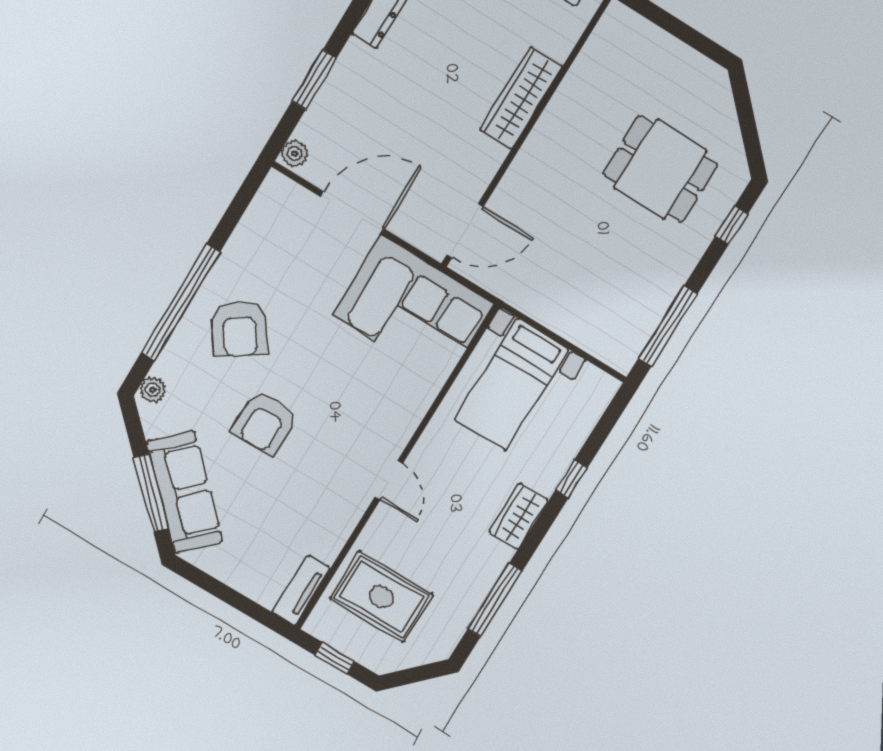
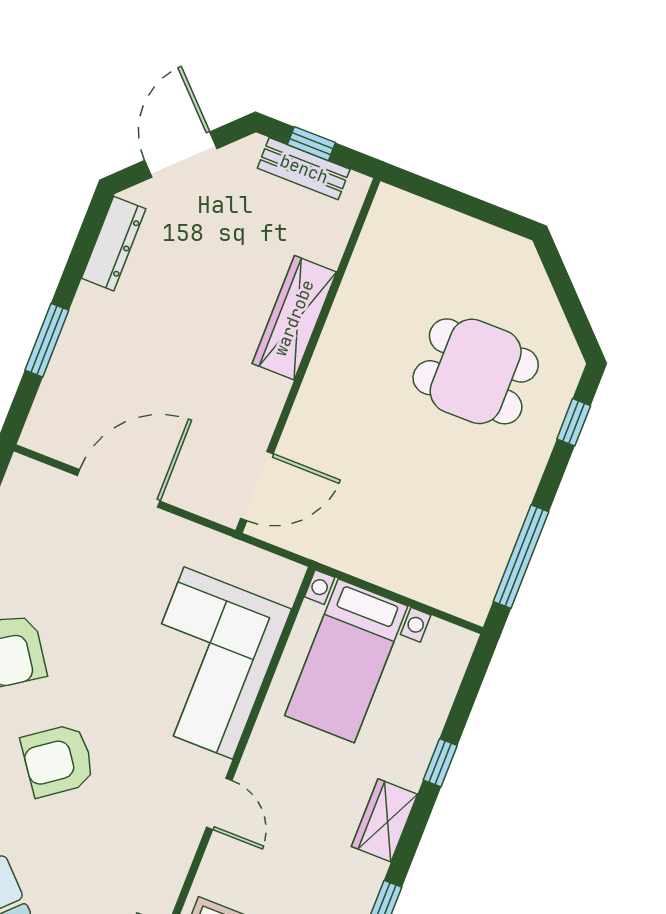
plant: (294, 154) -> (38, 431), removed
corner sofa: (413, 309) -> (208, 663), moved, turned 90
armchair: (265, 423) -> (58, 760), turned 54

